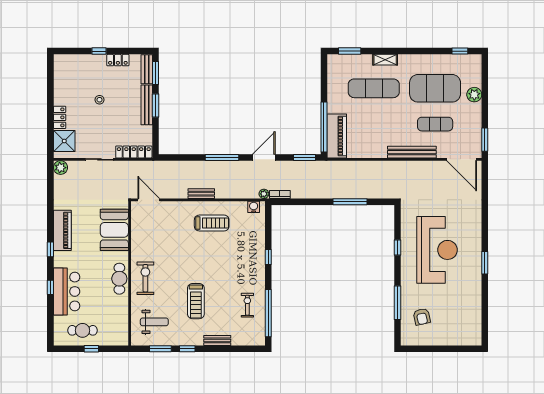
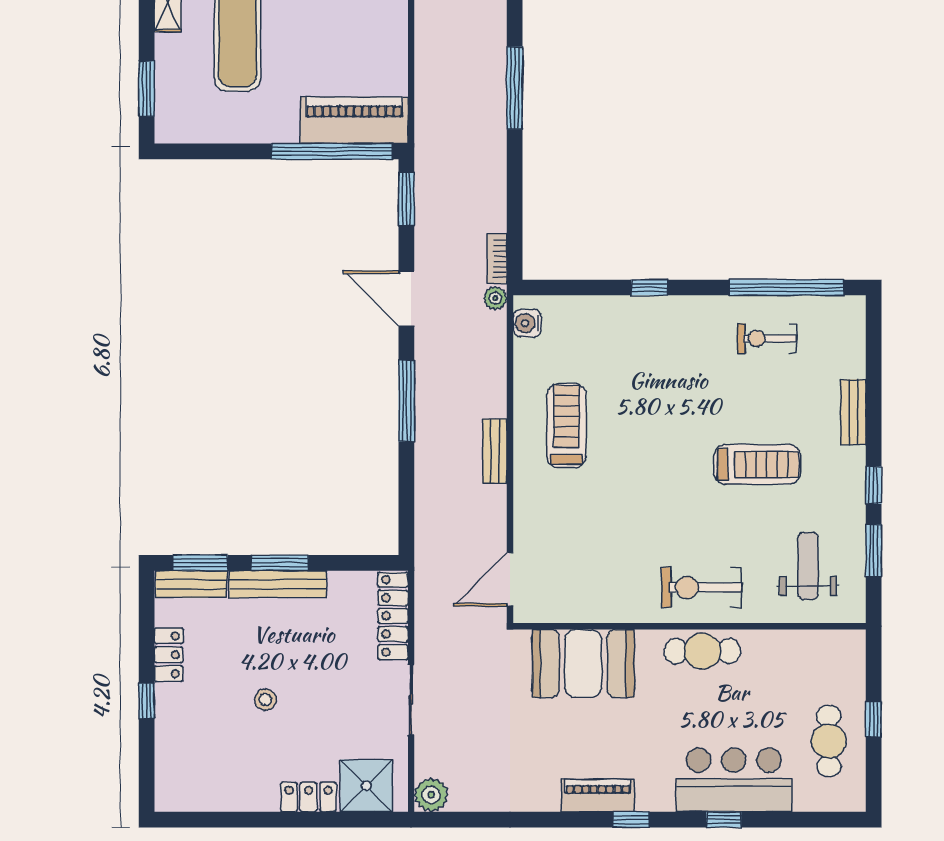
piano: (62, 230) -> (598, 796), width x0.73, depth x0.75

